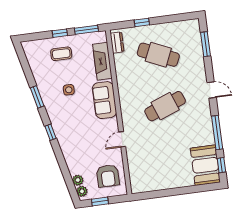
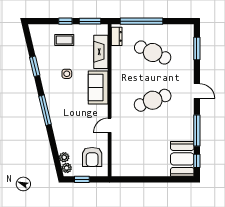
window: (142, 22) -> (141, 21), width x3.17
window: (37, 97) -> (35, 66), moved
window: (50, 132) -> (45, 110), width x2.17

